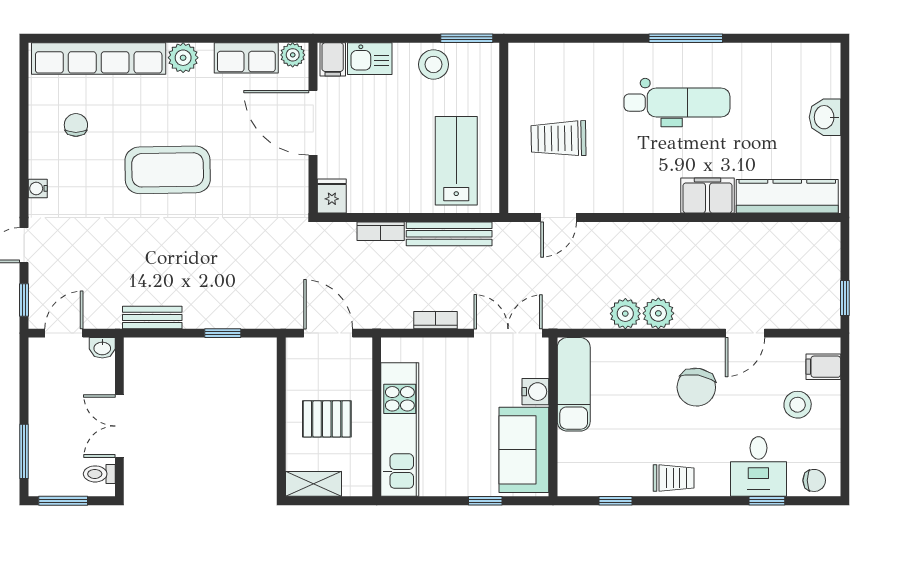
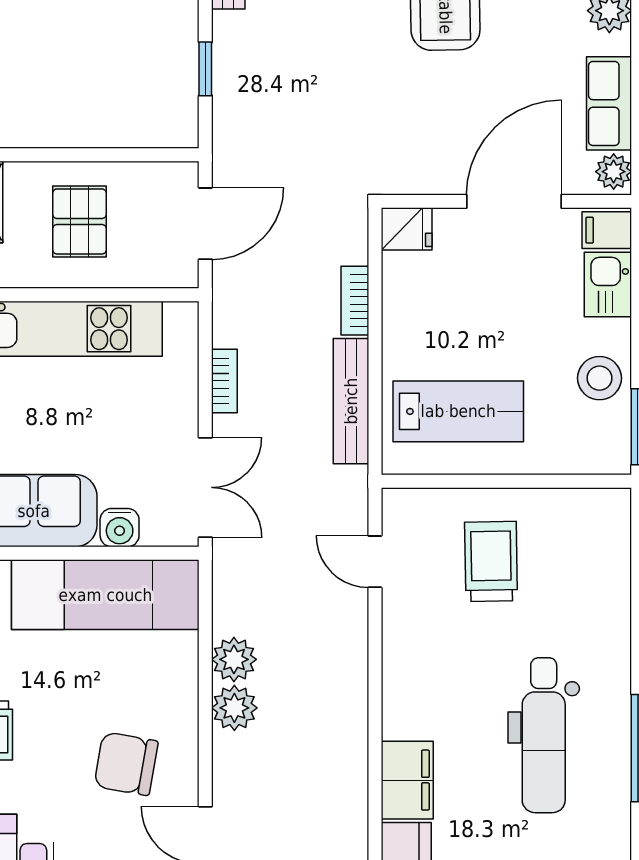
exam couch: (574, 384) -> (105, 595), width x1.36, depth x1.45

